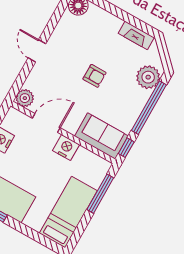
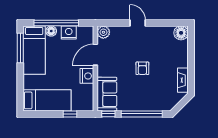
door: (37, 51) -> (138, 23), hinge flipped
plant: (148, 77) -> (161, 103), removed
door: (46, 123) -> (95, 55), swing flipped
window: (100, 194) -> (70, 114), width x0.46

